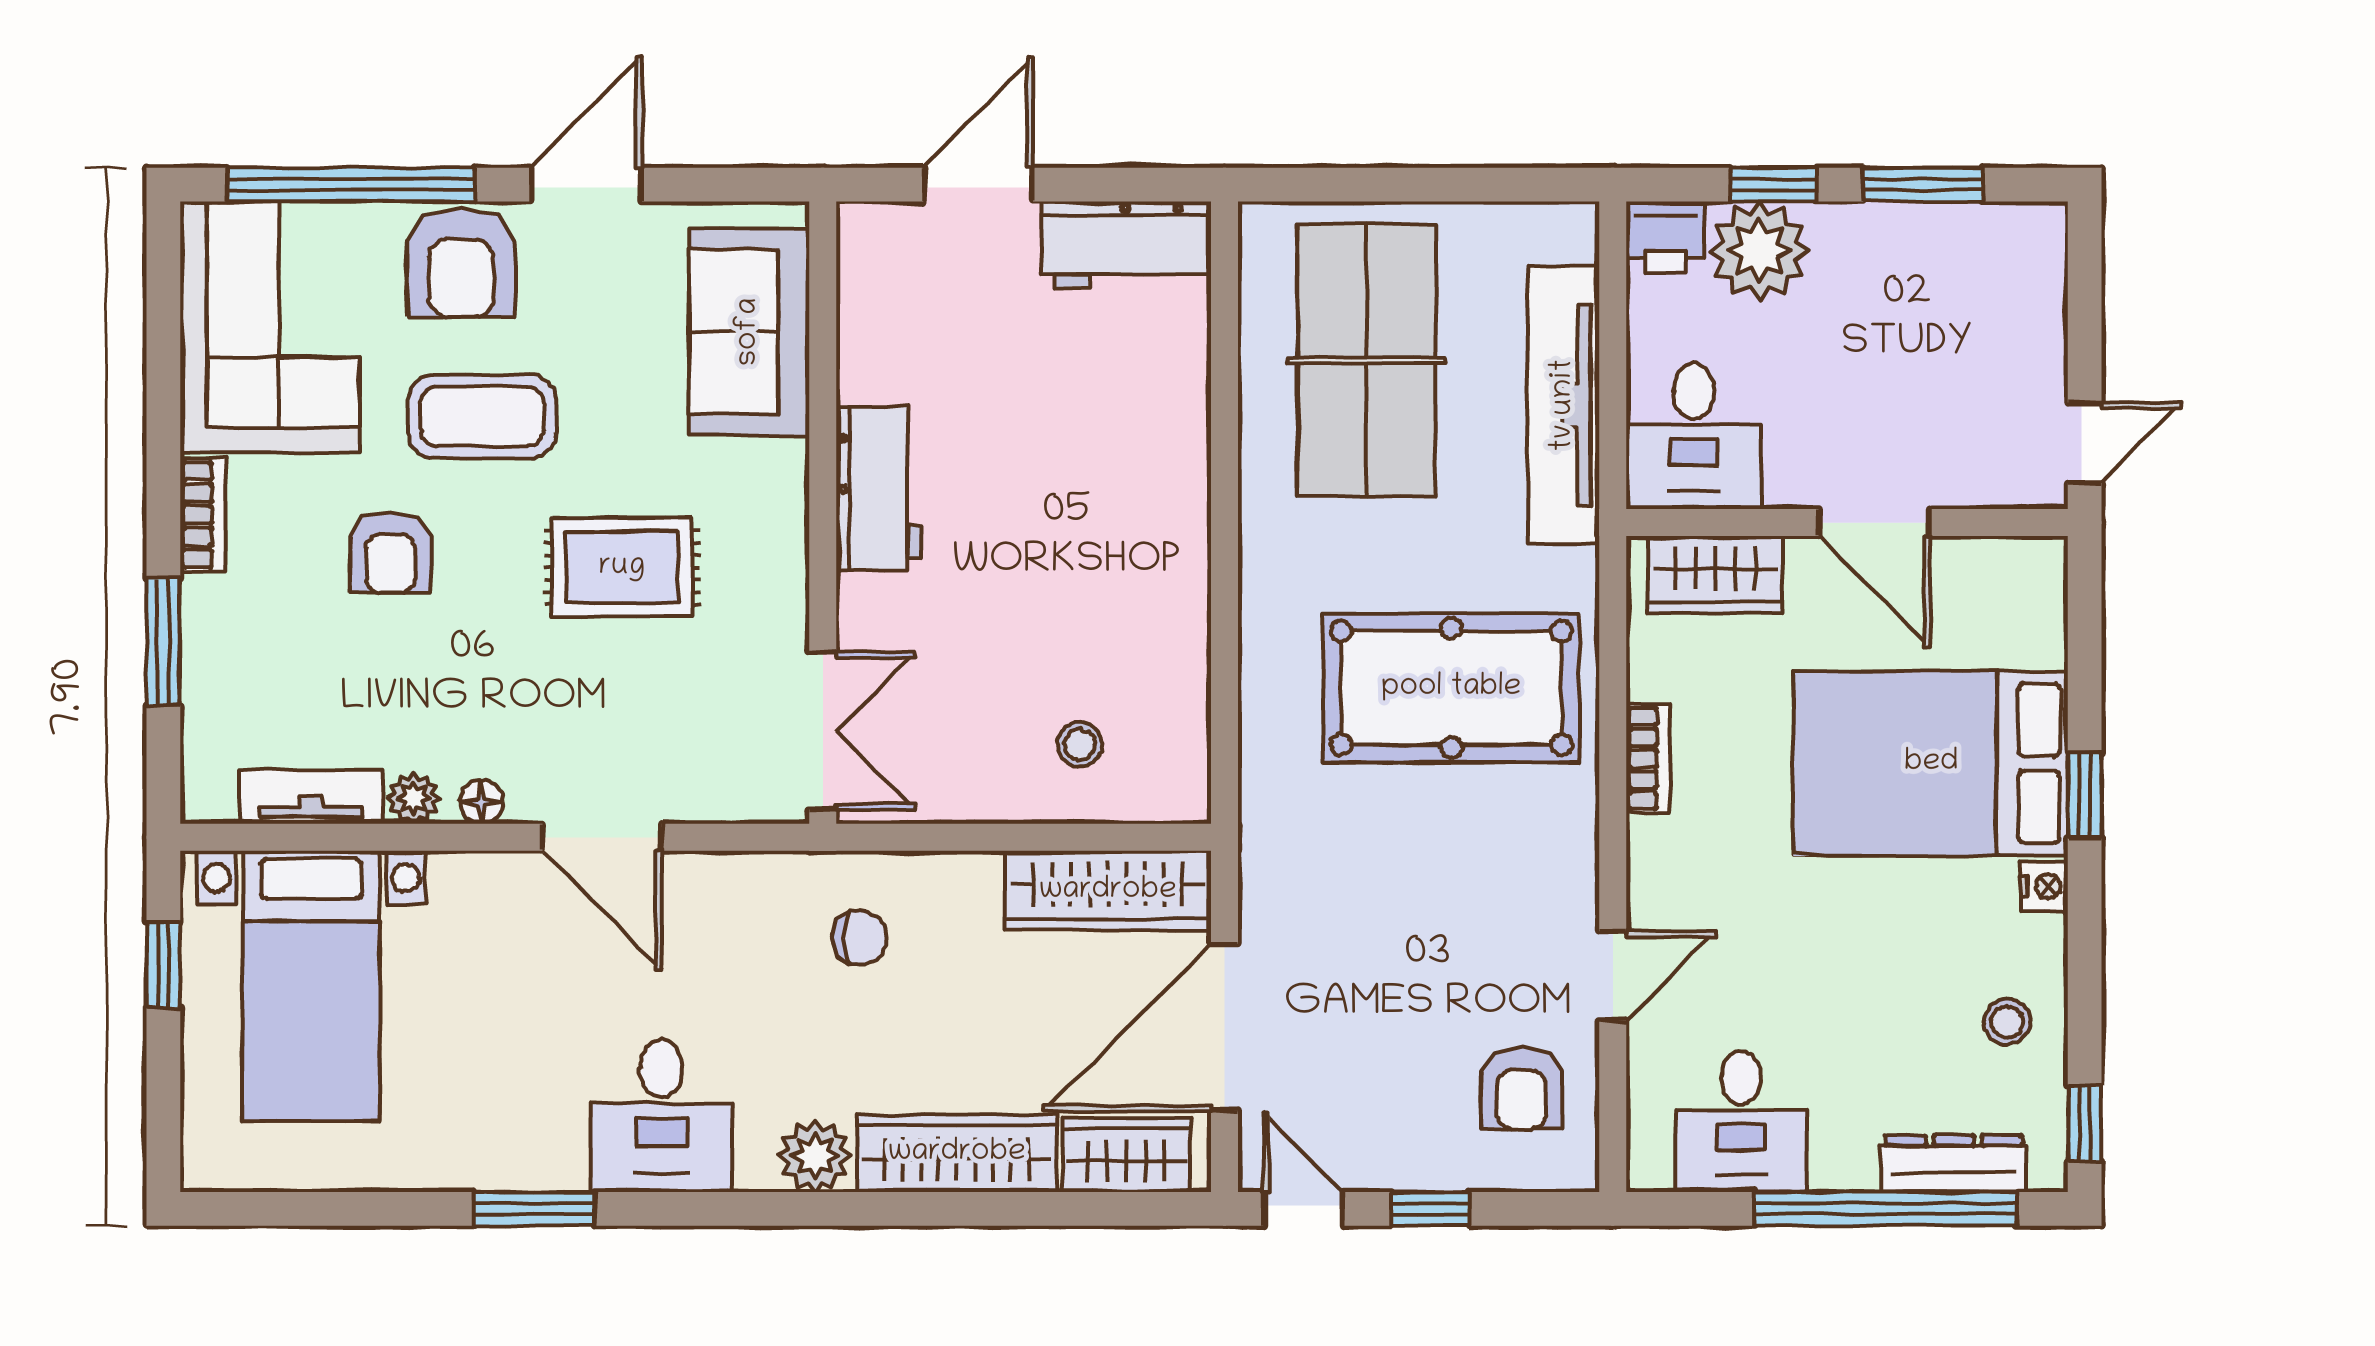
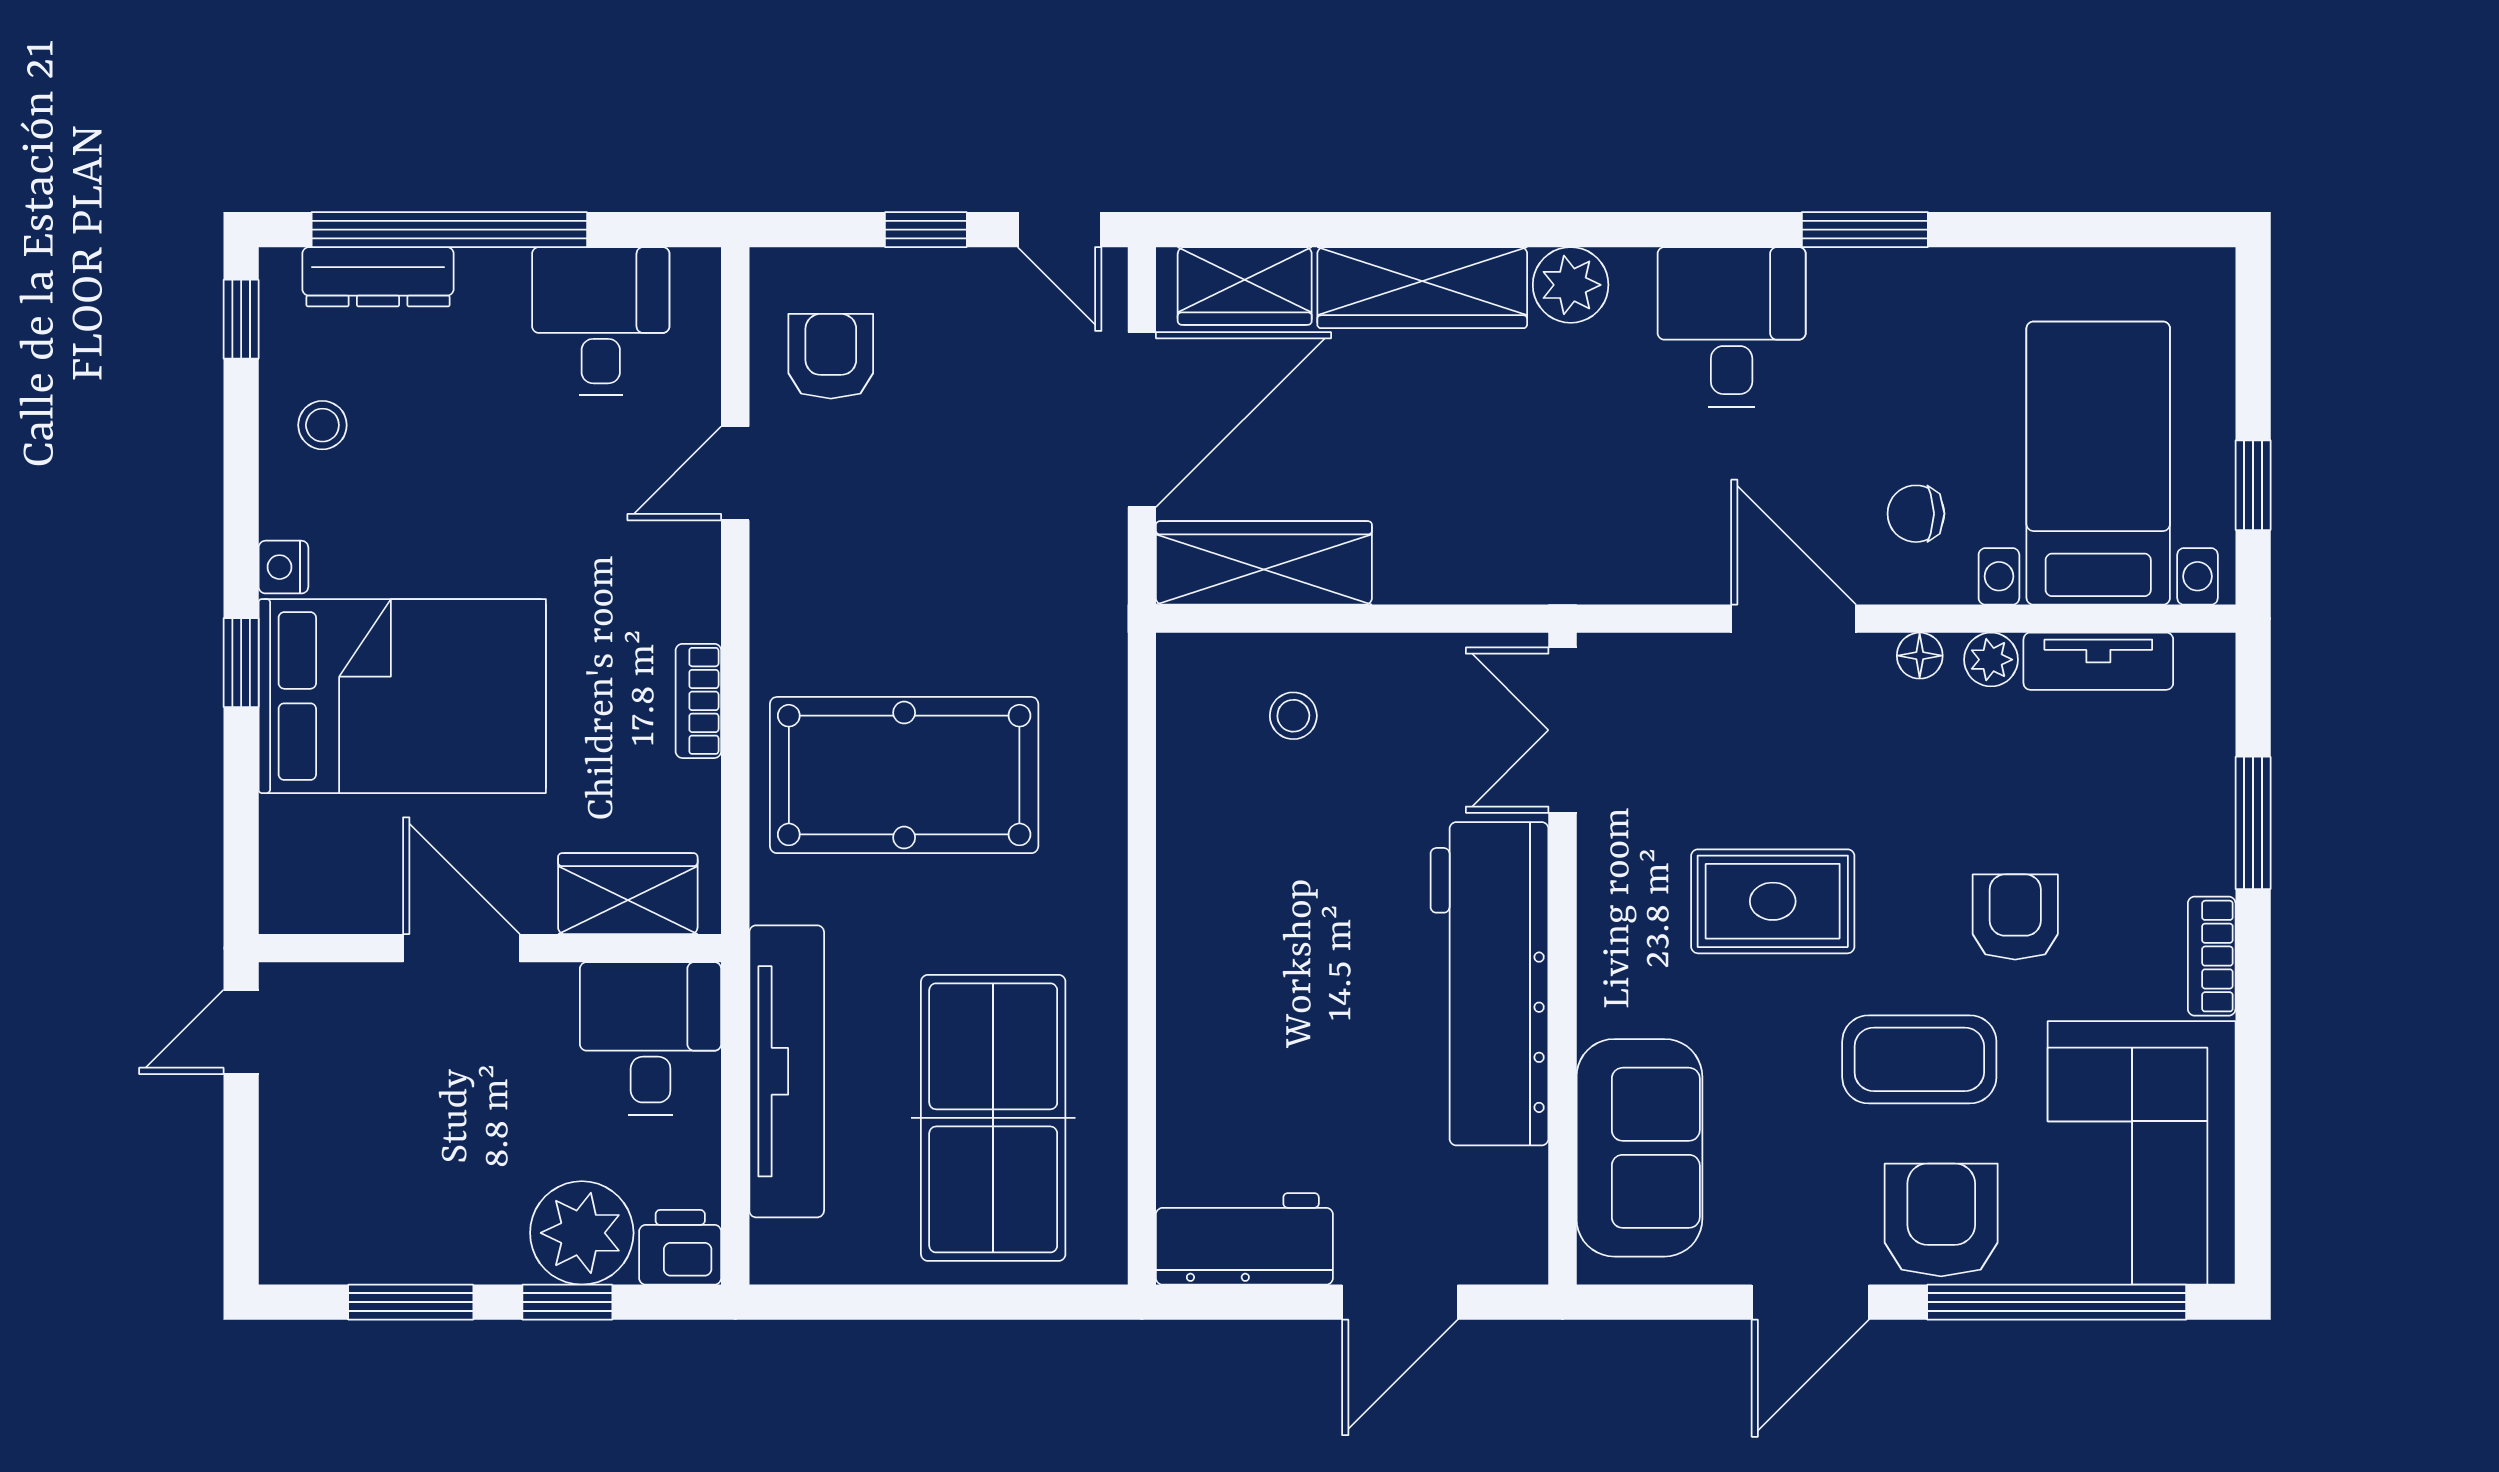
workbench: (879, 489) -> (1490, 984), width x1.88, depth x1.32
chair: (860, 938) -> (1916, 514), moved

